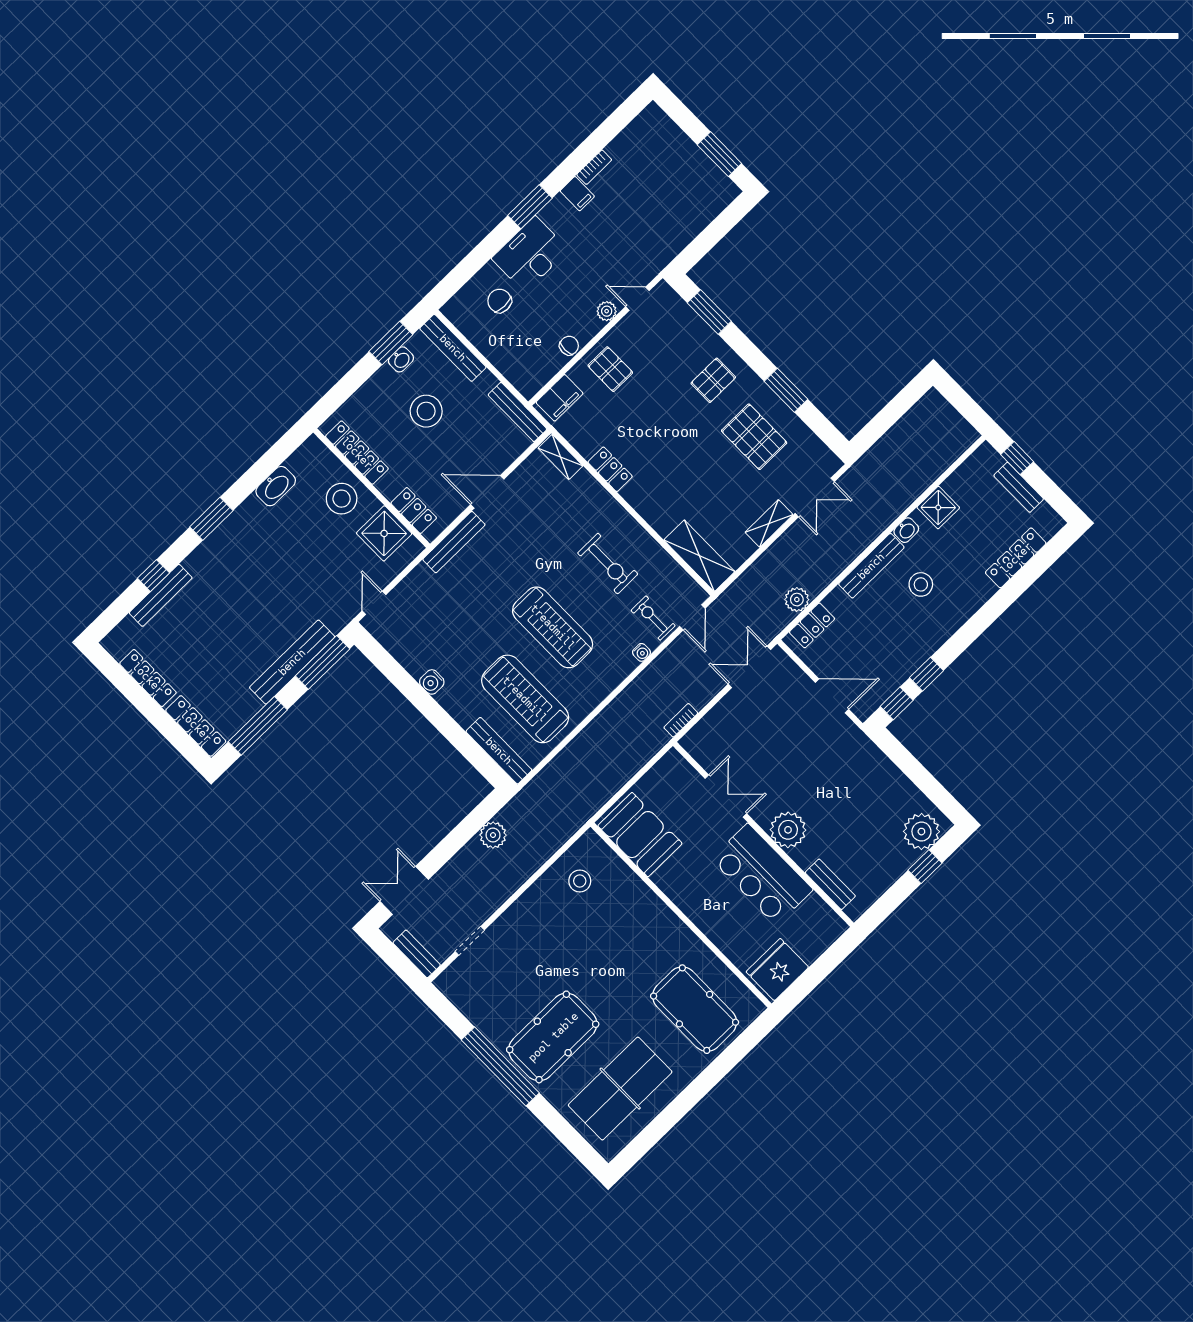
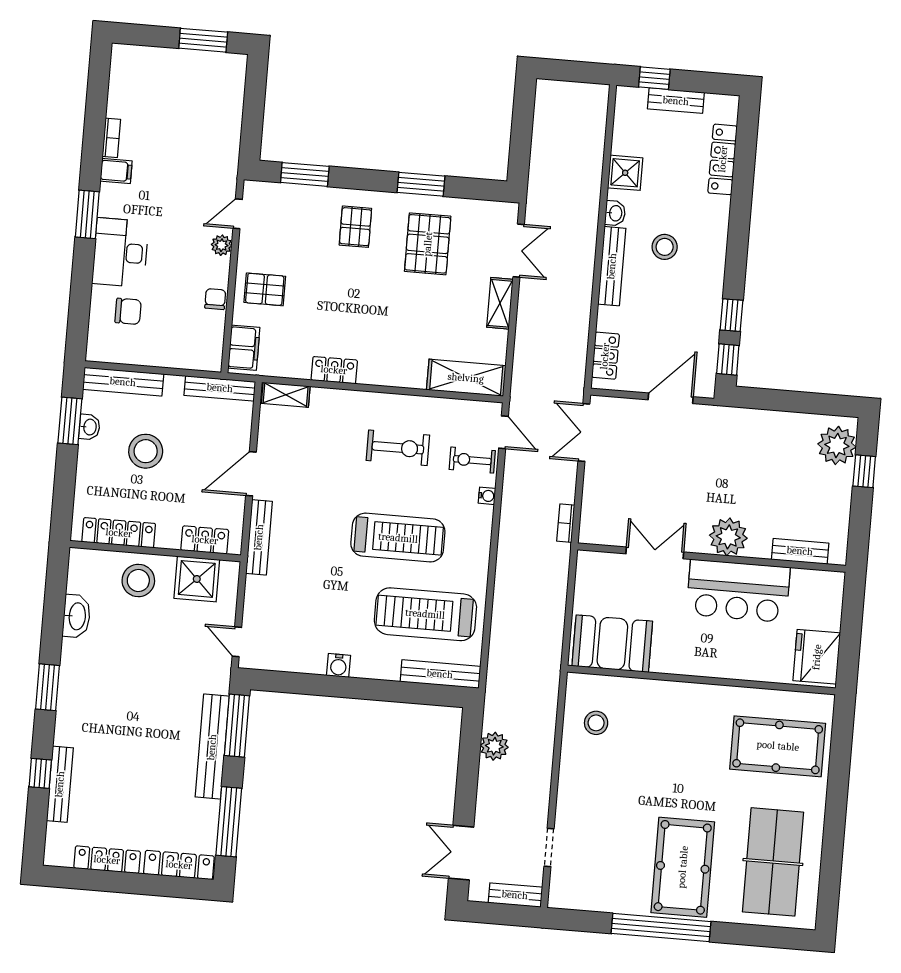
chair: (500, 301) -> (128, 311), turned 180
pallet: (754, 437) -> (428, 244), turned 90
plant: (797, 600) -> (575, 345), removed

